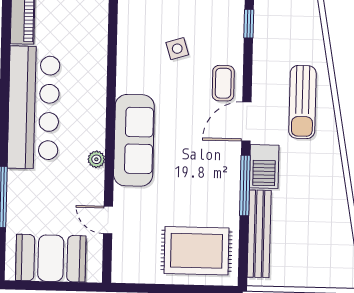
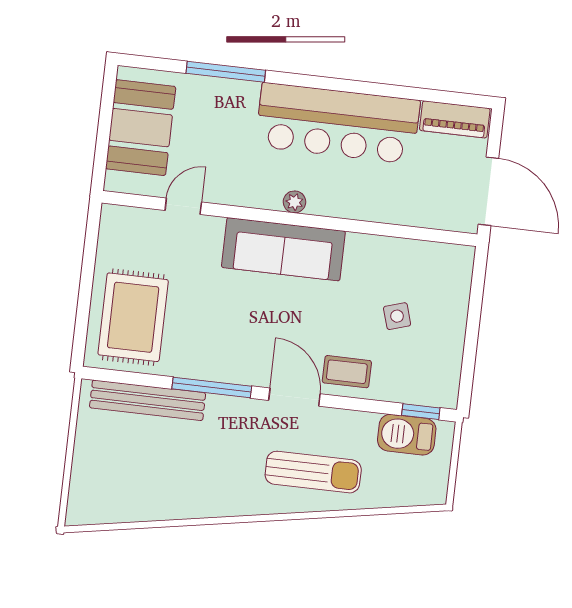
sun lounger: (302, 102) -> (313, 472), turned 180
plant: (96, 159) -> (294, 202), moved
barbecue: (264, 166) -> (407, 435), moved

